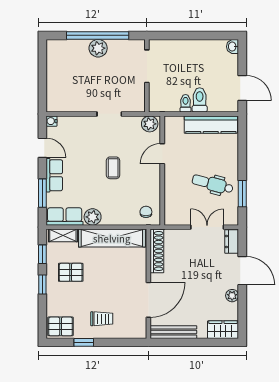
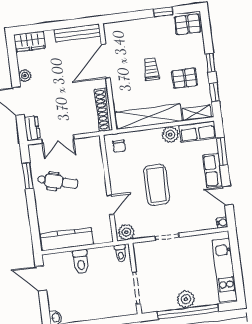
kitchen unit: (55, 73) -> (224, 270), added
toilet: (186, 103) -> (121, 253), moved
coffee table: (113, 168) -> (156, 185), width x1.86, depth x1.72
trolley: (102, 319) -> (151, 69), moved, turned 90

